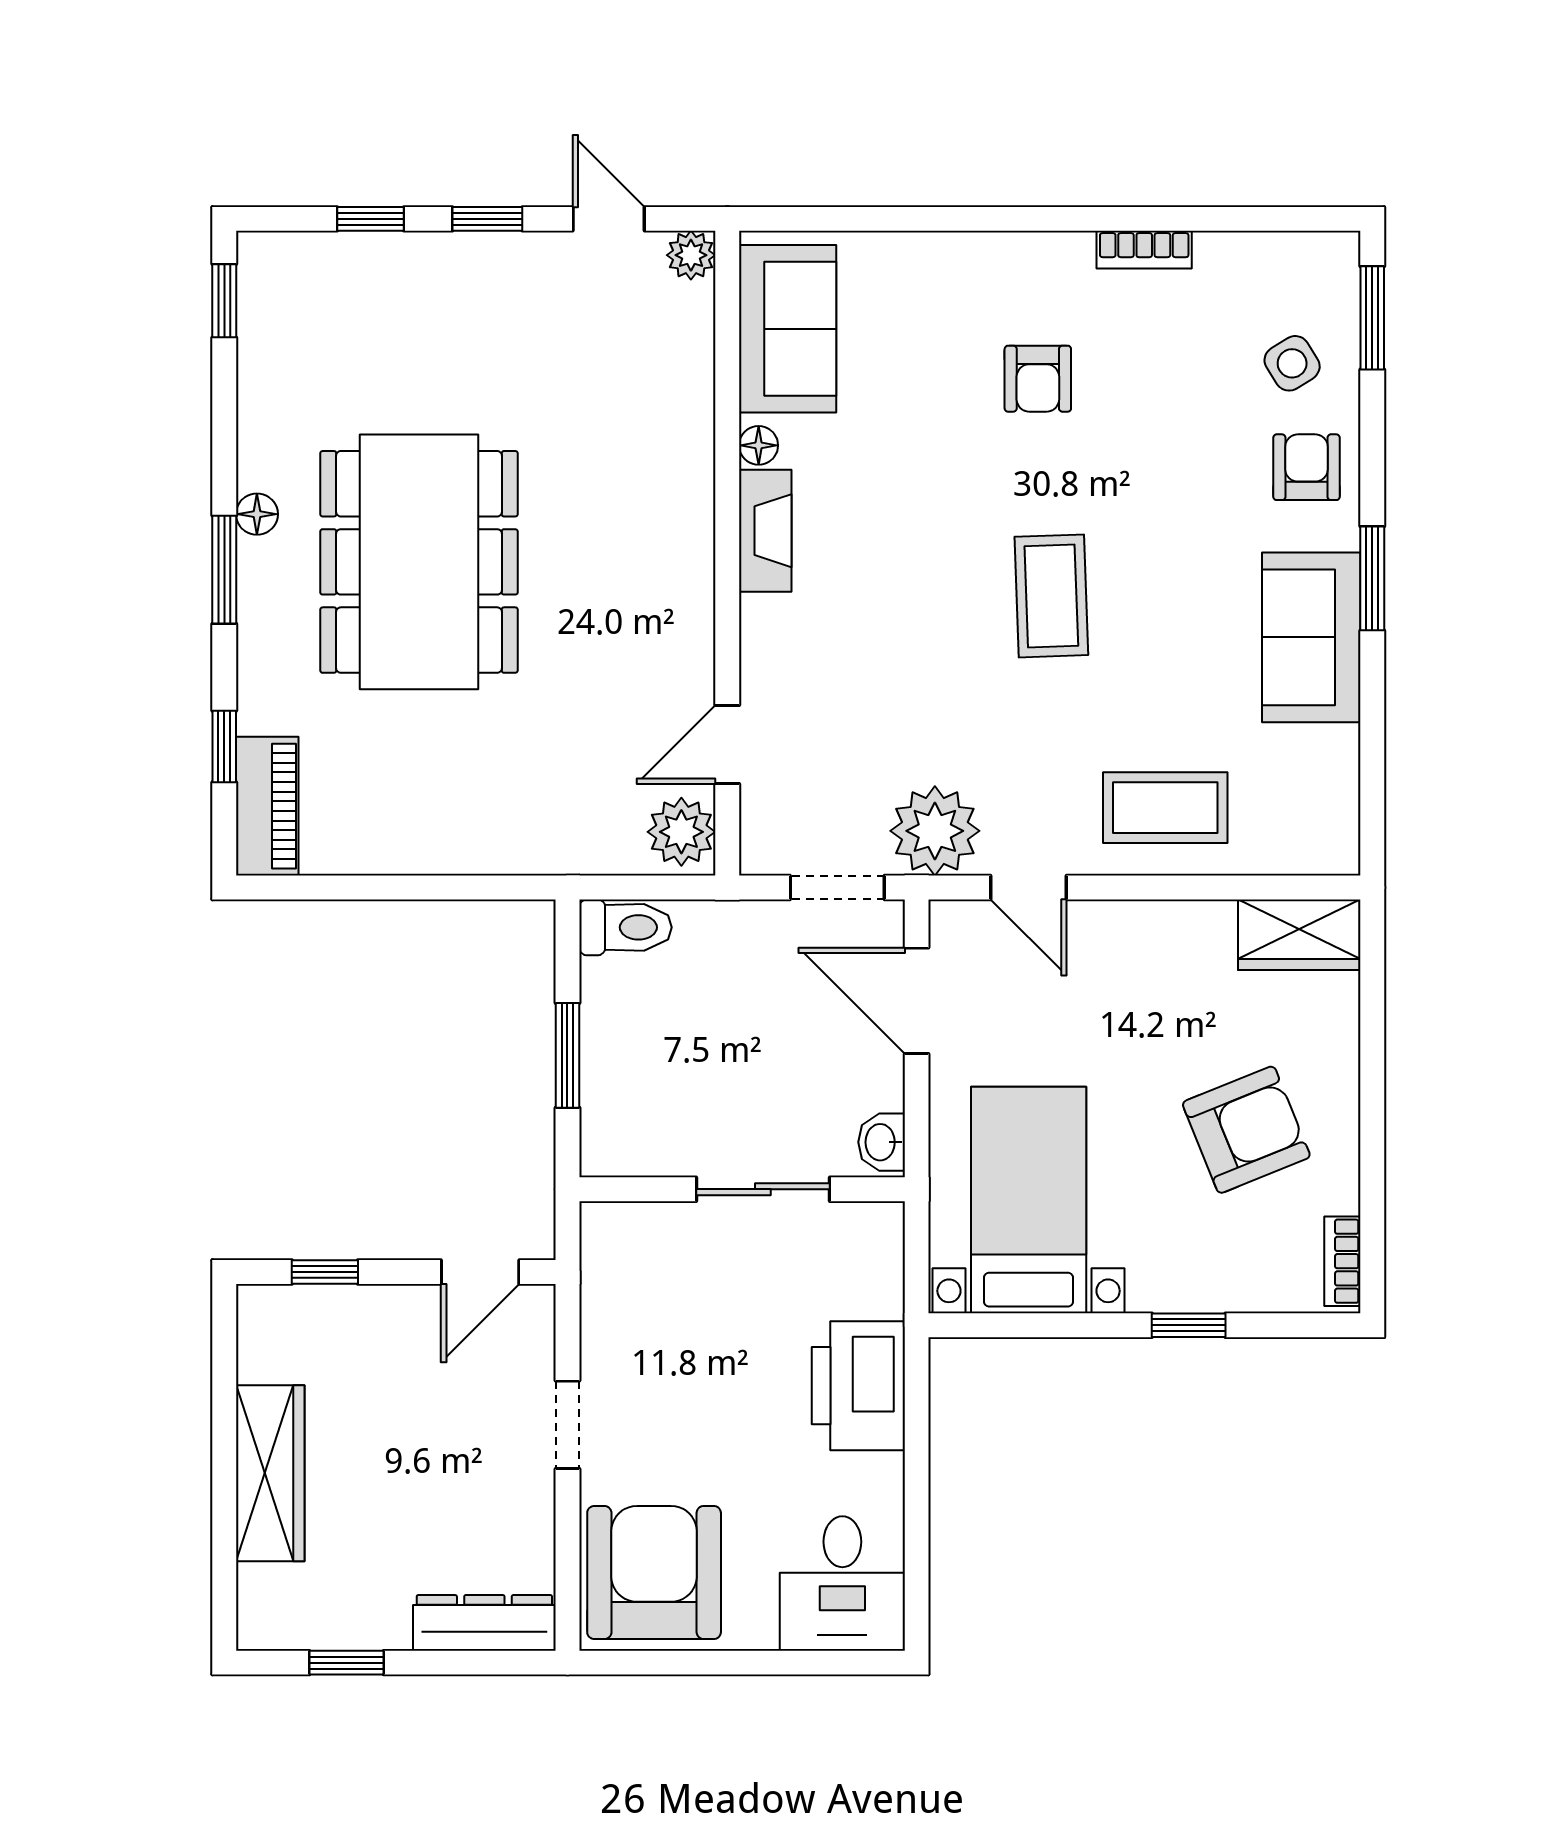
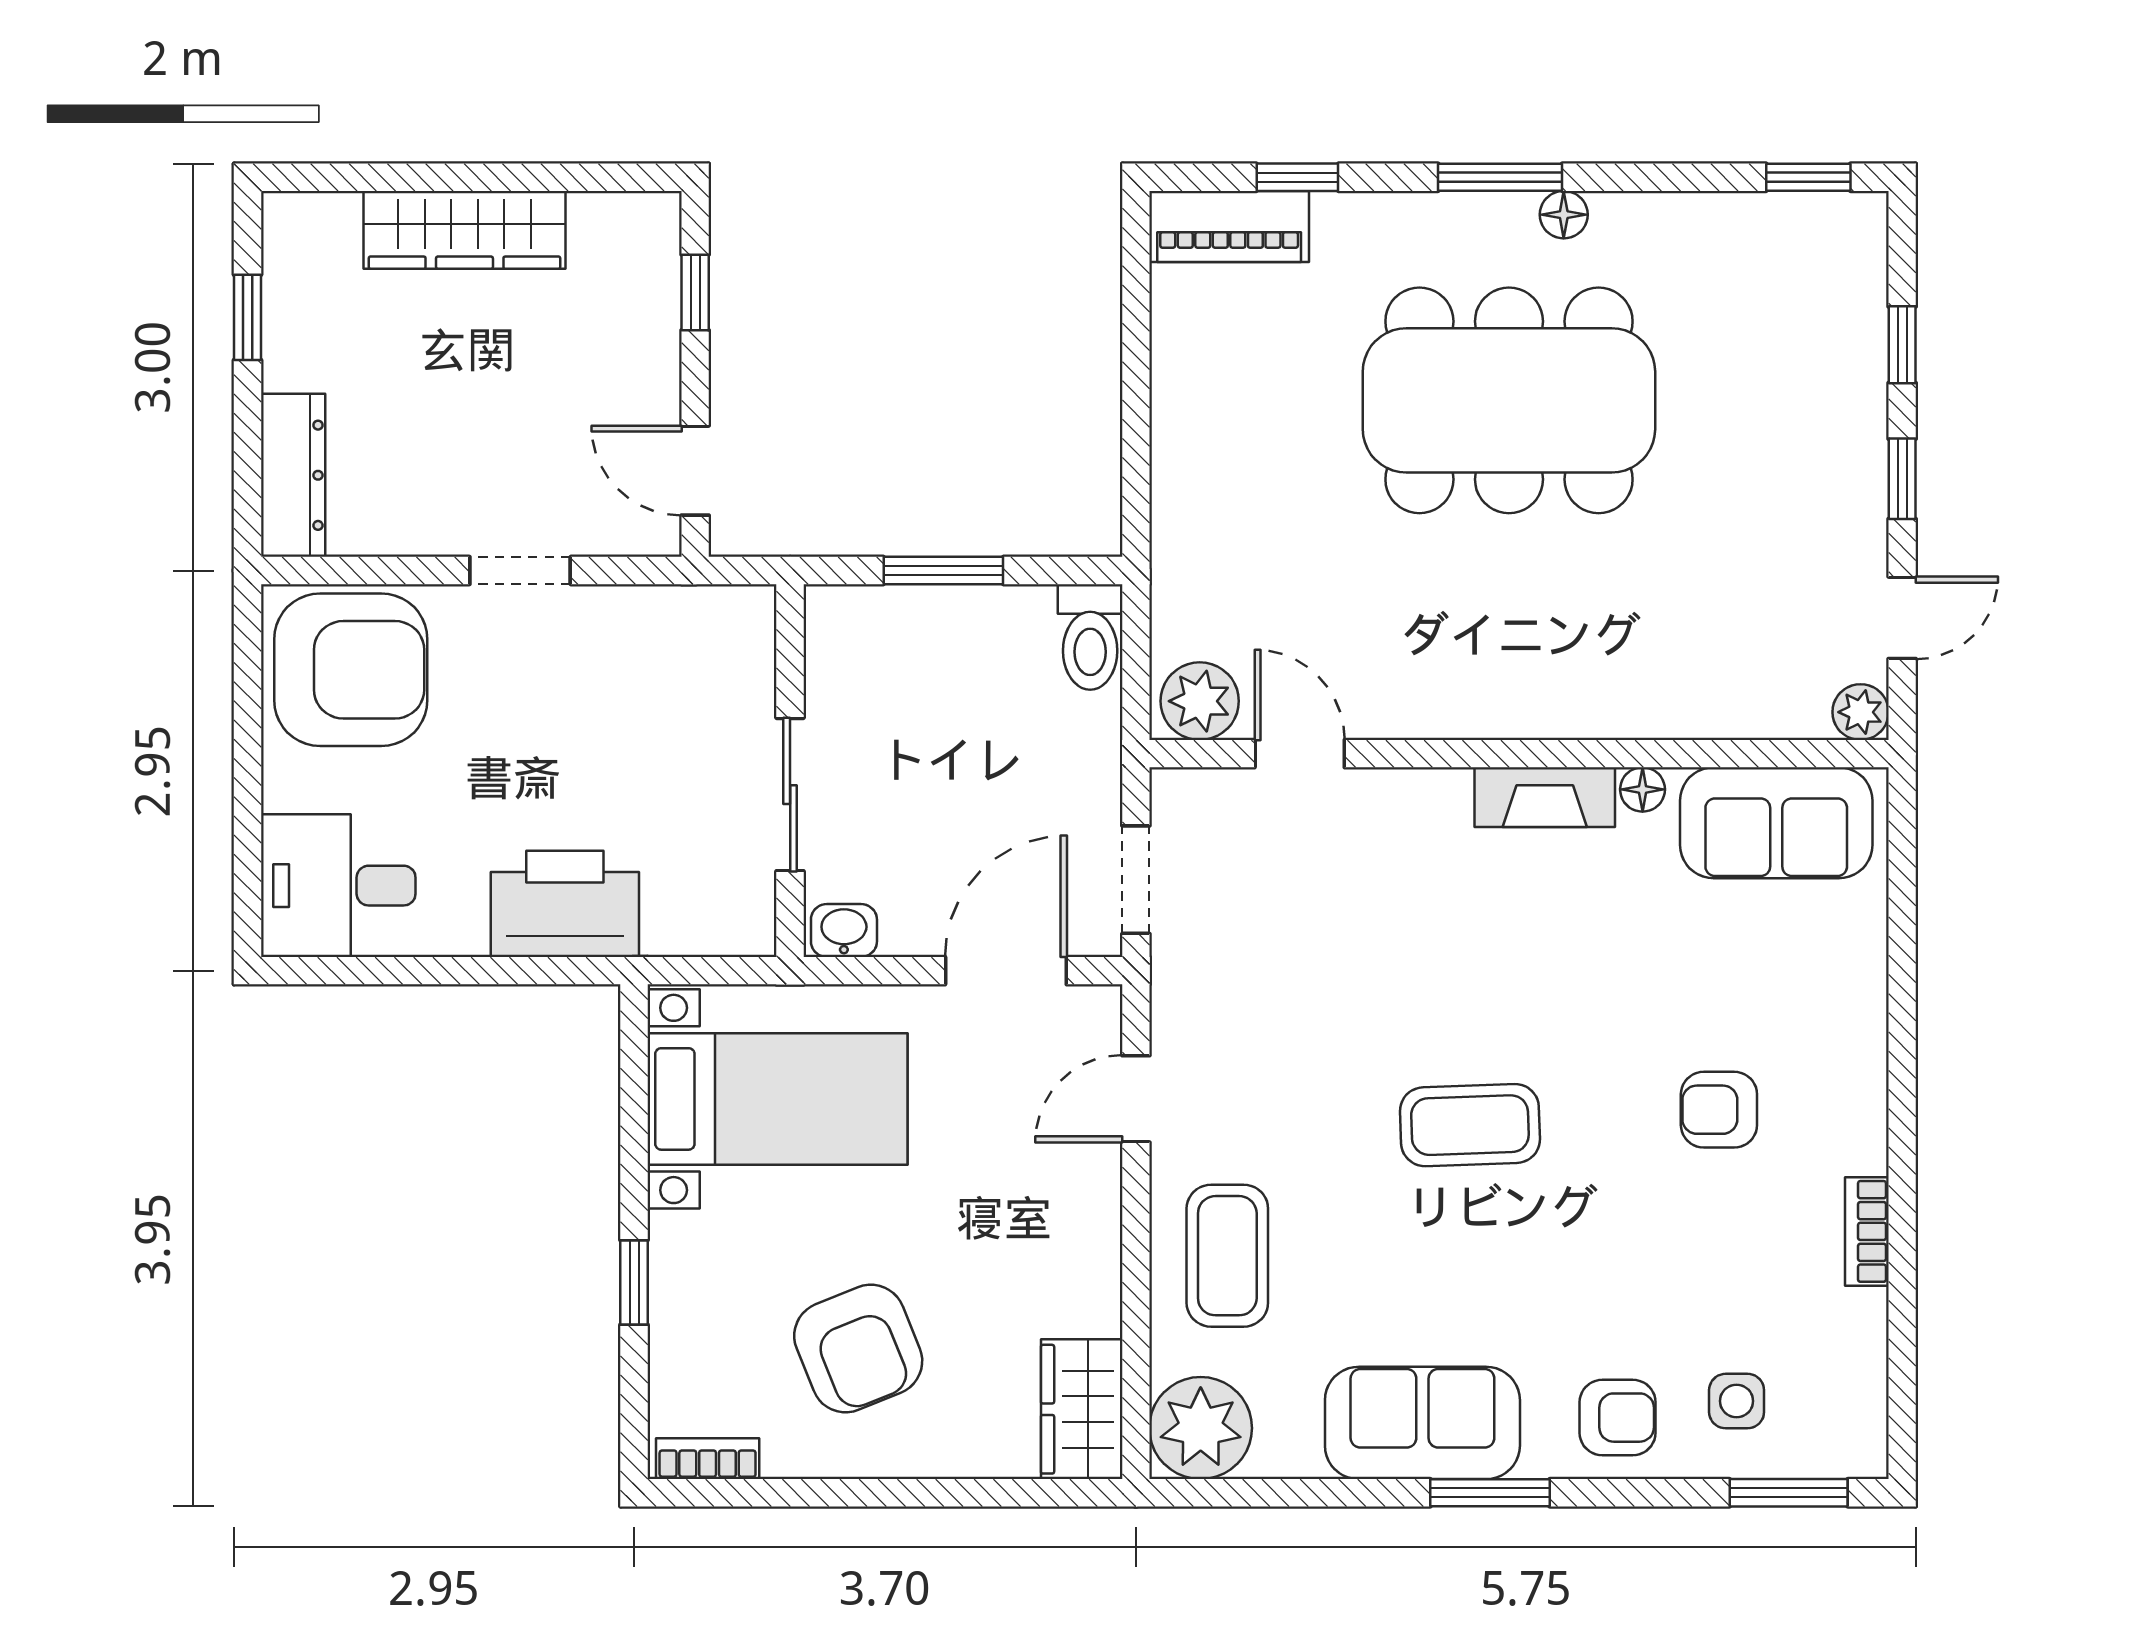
side table: (1292, 363) -> (1737, 1401), turned 32
plant: (935, 831) -> (1201, 1428), moved

